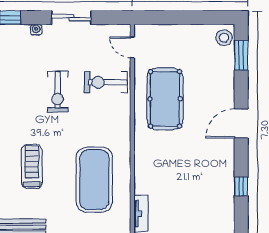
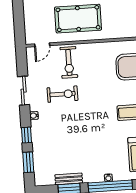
exercise bike: (58, 92) -> (62, 94), moved

